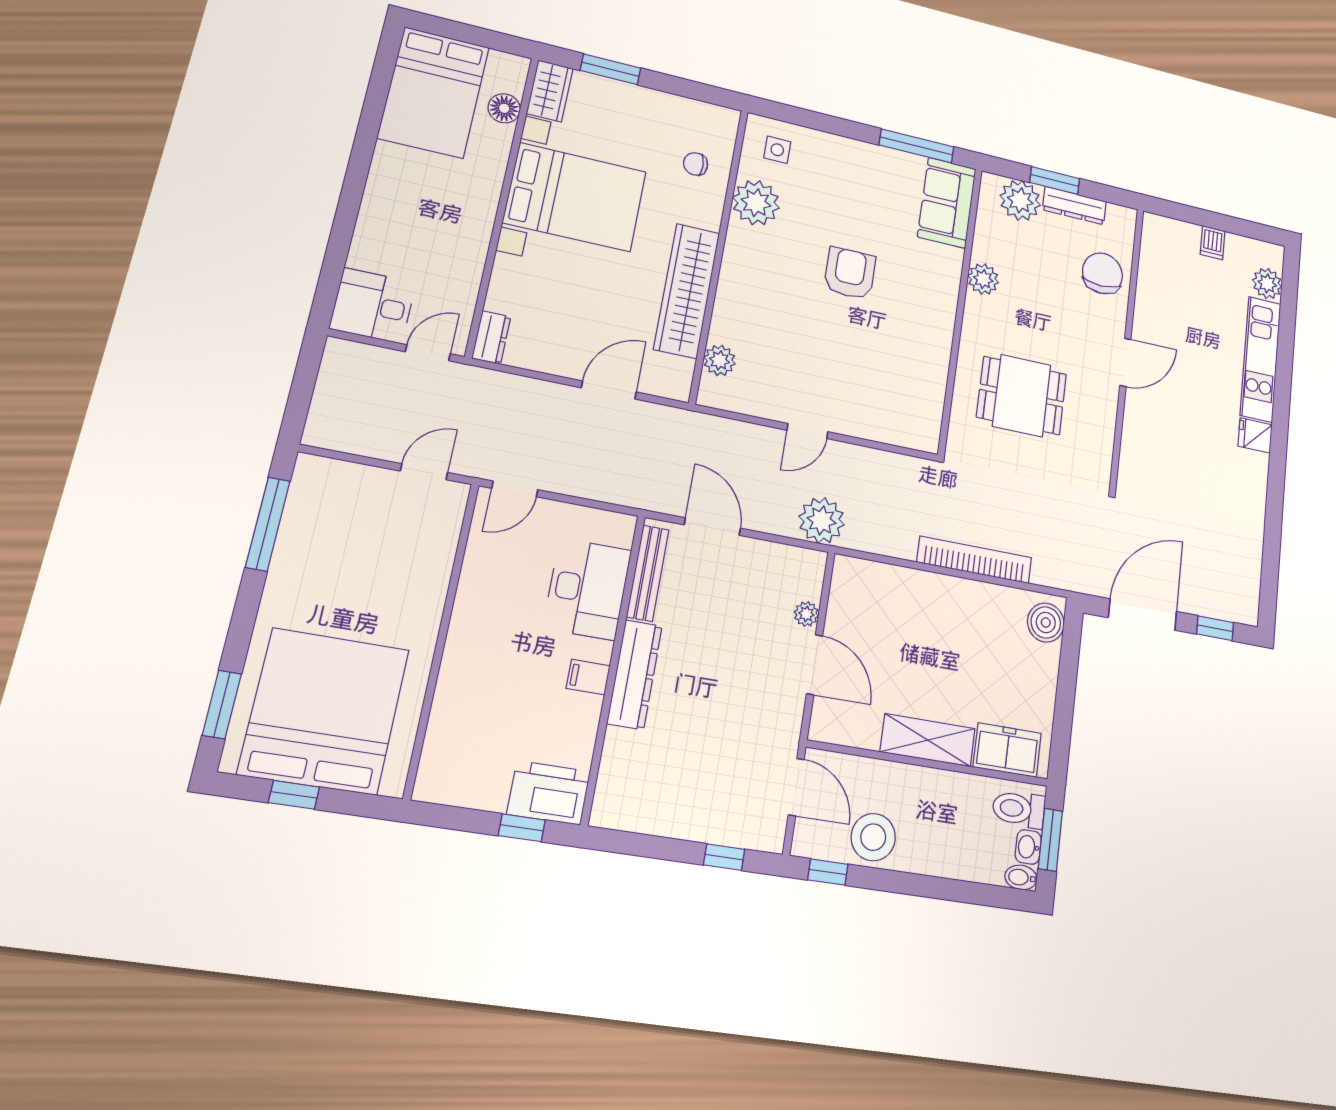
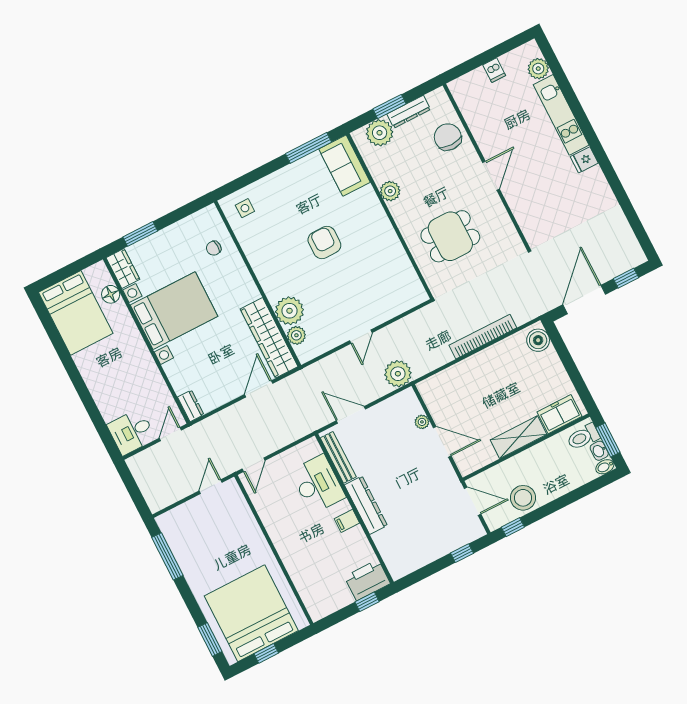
plant: (756, 203) -> (289, 311), moved
wardrobe: (687, 291) -> (269, 338), moved

